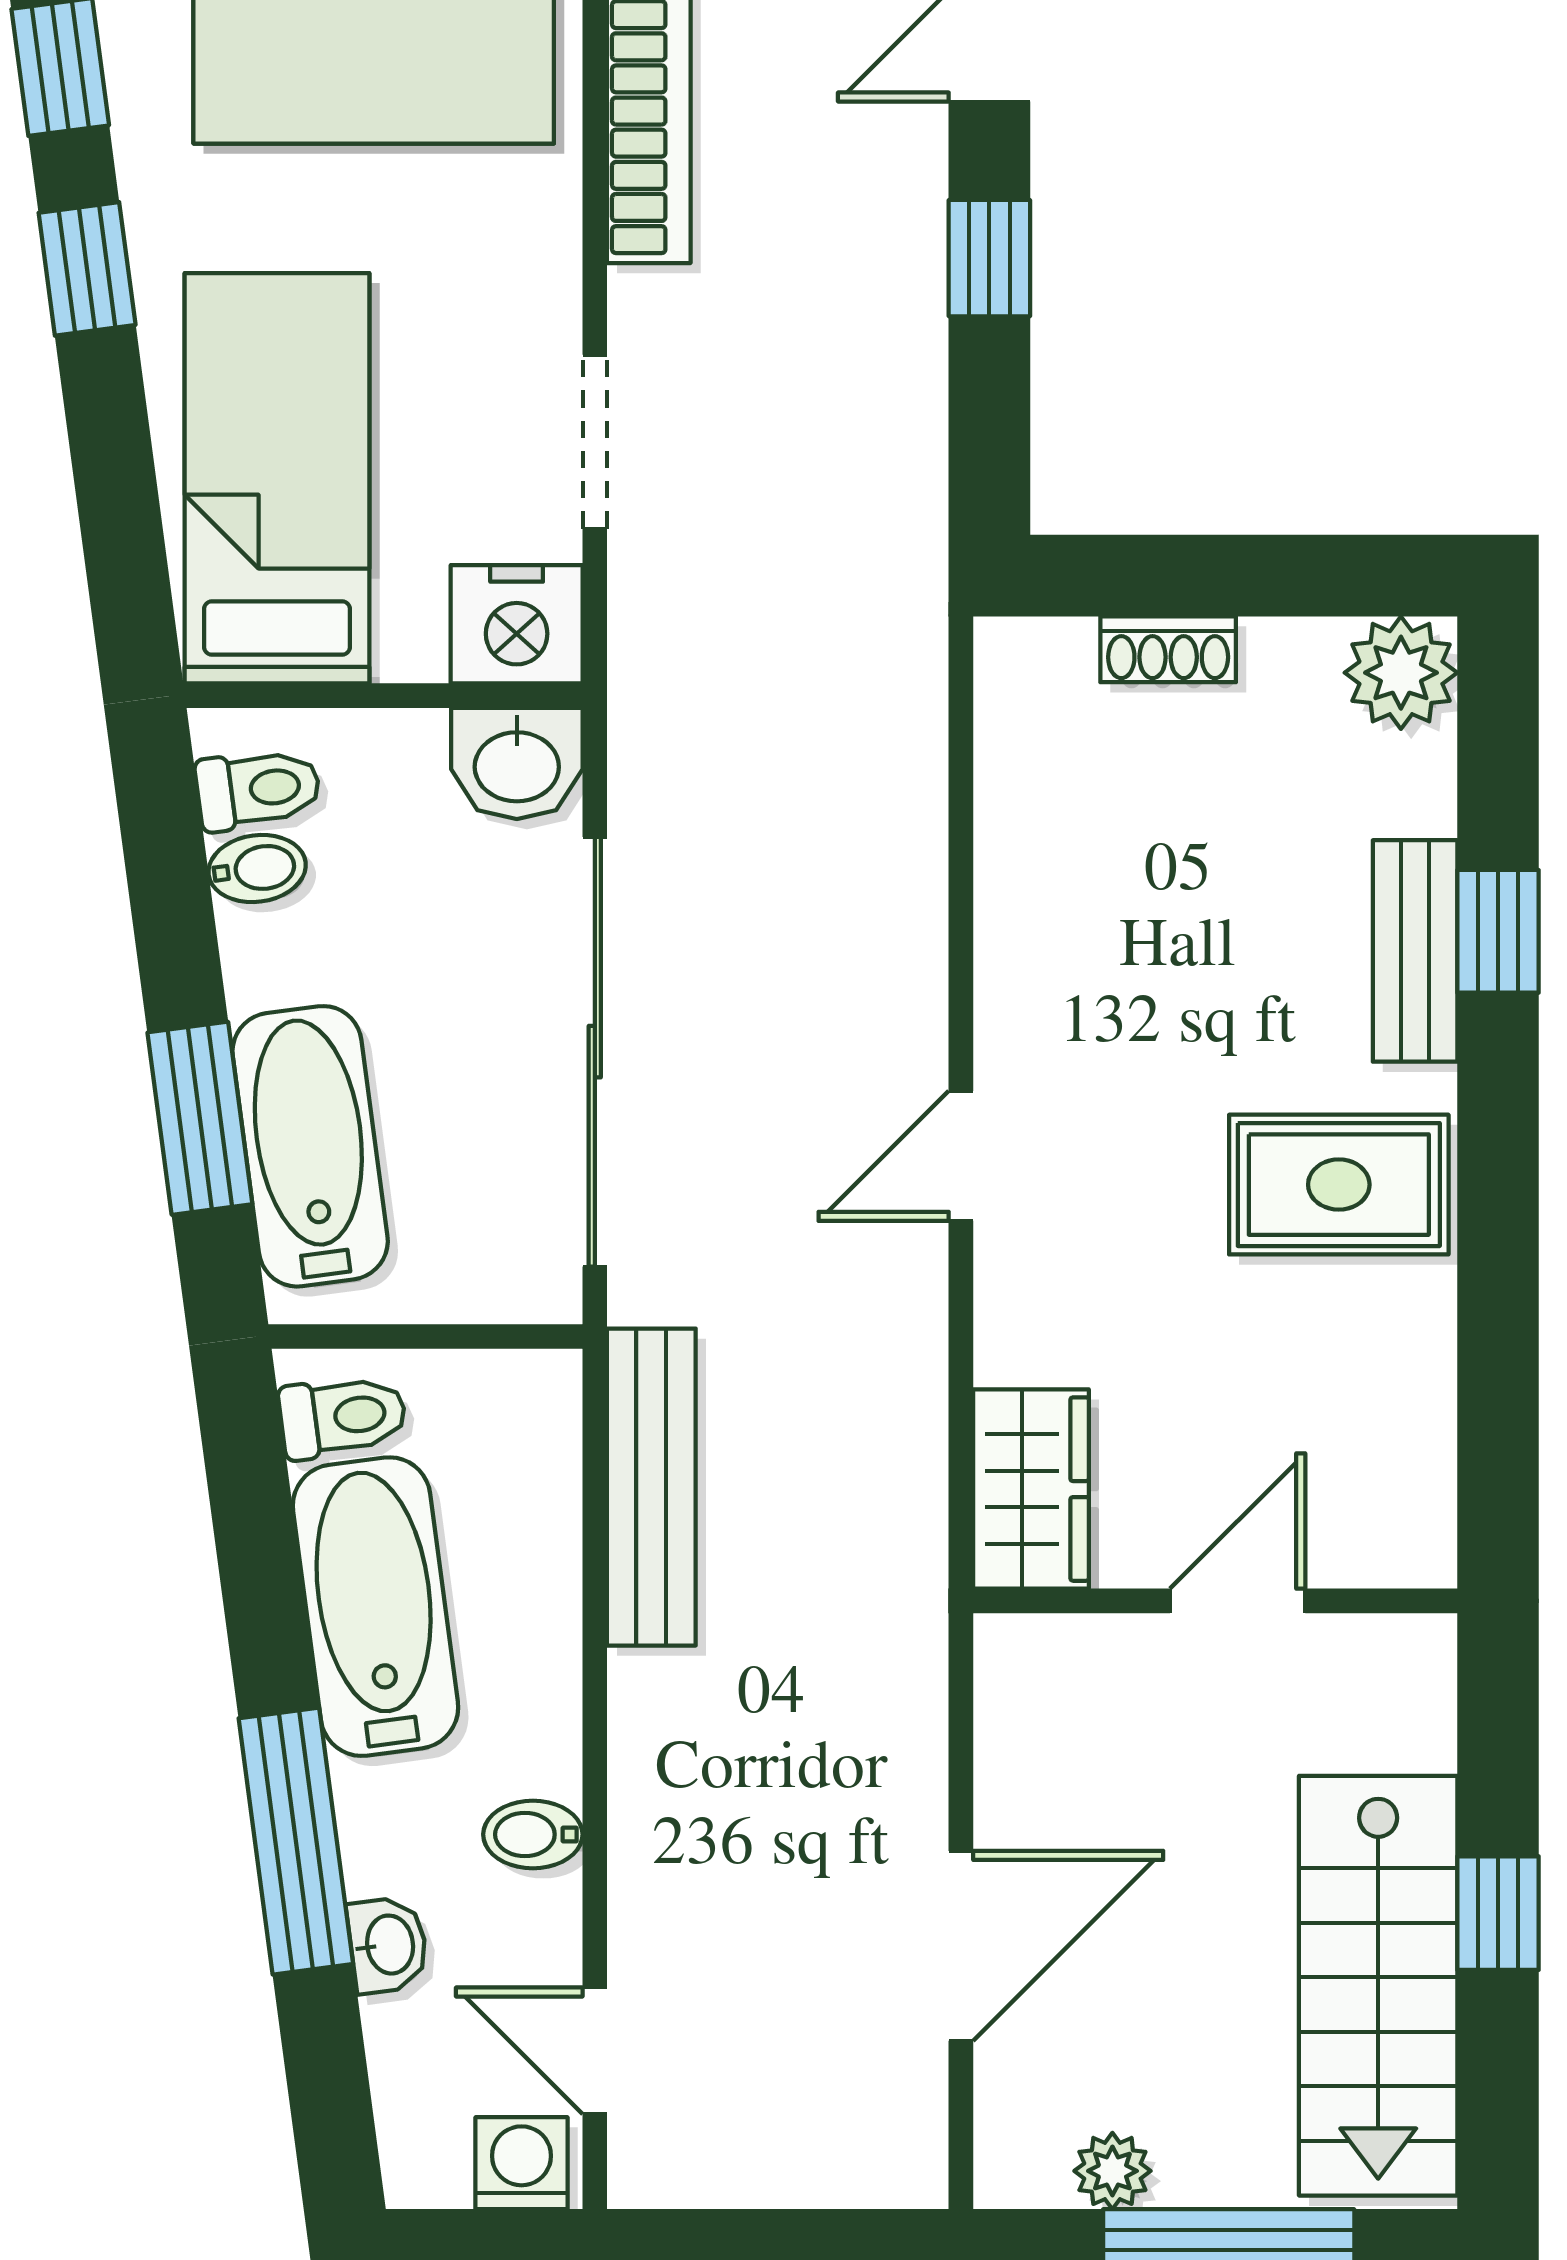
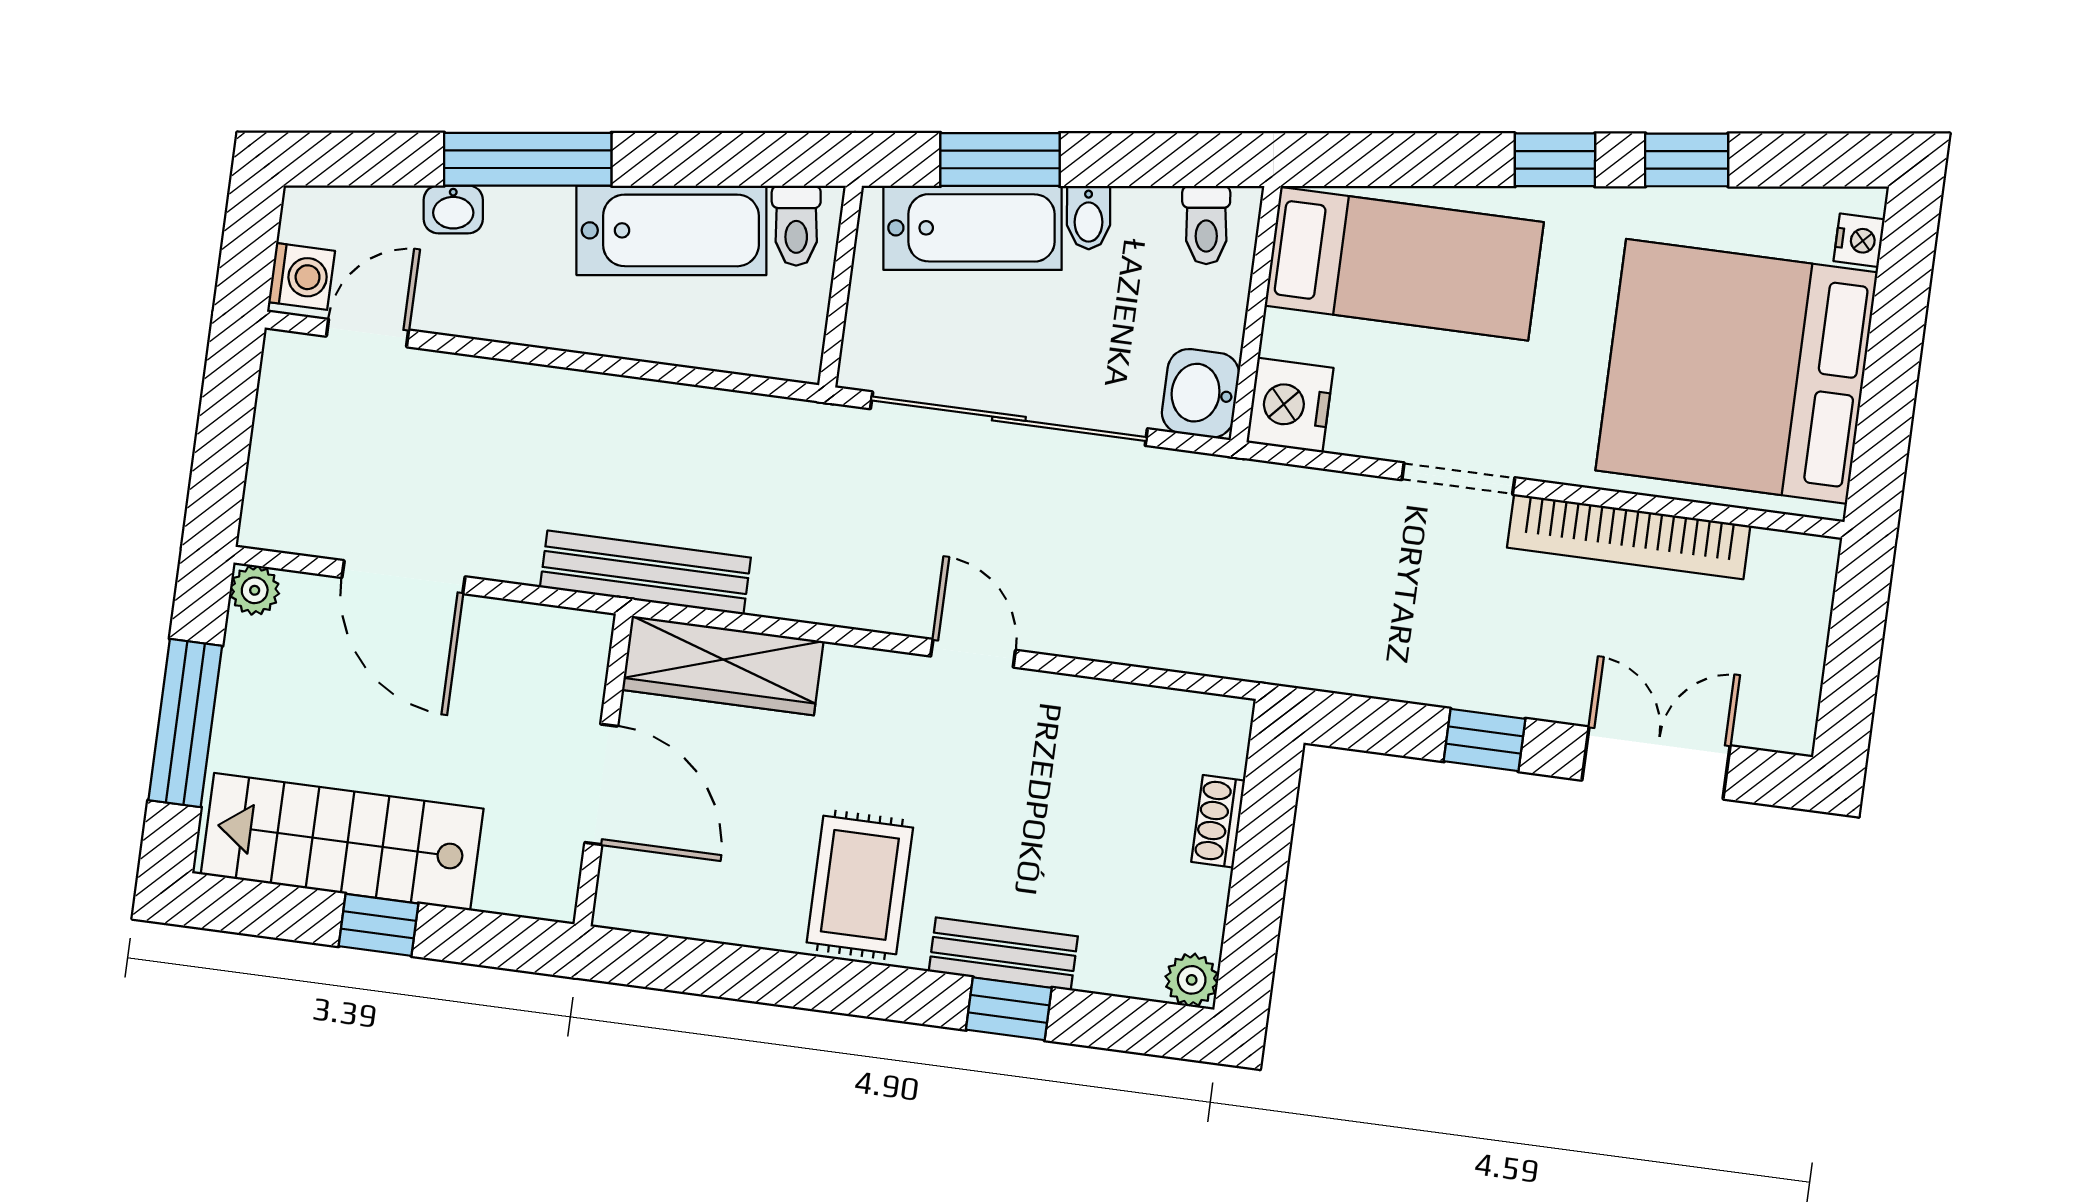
doorway: (595, 442) -> (1458, 479), moved
plant: (1401, 673) -> (1192, 980), width x0.73, depth x0.73
bidet: (257, 868) -> (1089, 218), moved
door: (961, 1156) -> (973, 653), moved
bench: (651, 1487) -> (645, 572), moved
wardrobe: (1031, 1489) -> (723, 666), width x1.50
door: (1238, 1601) -> (601, 784), width x1.38
bidet: (533, 1834) -> (512, 312), removed
plant: (1112, 2171) -> (255, 590), moved

